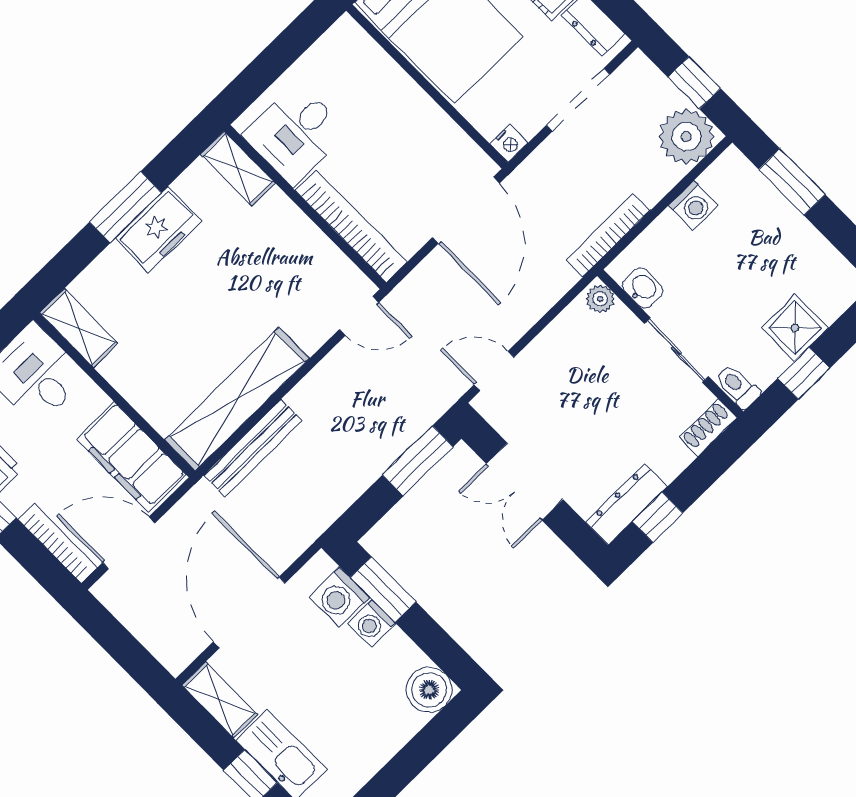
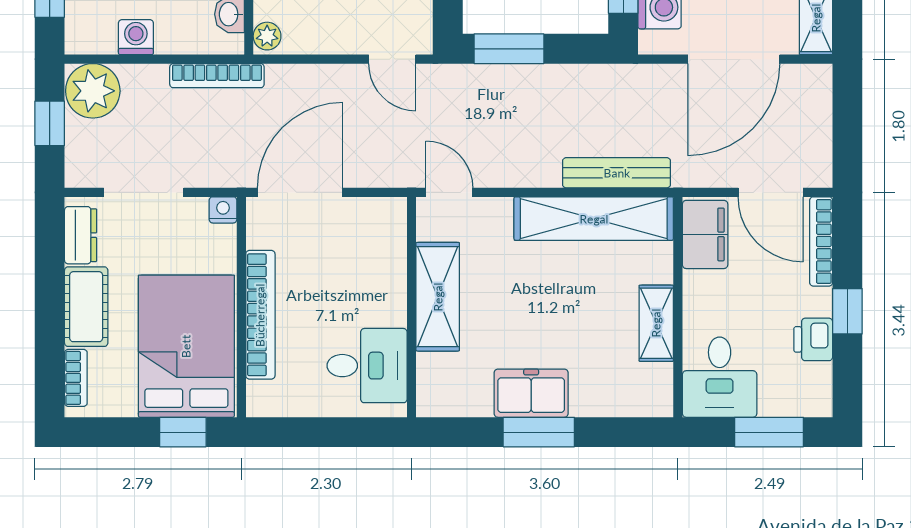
shelving: (238, 169) -> (438, 297), moved, width x1.50, depth x1.33
bookcase: (351, 226) -> (260, 315), moved, turned 180
shelving: (79, 328) -> (656, 323), moved
filing cabinet: (131, 457) -> (705, 234), width x0.67, depth x0.86

